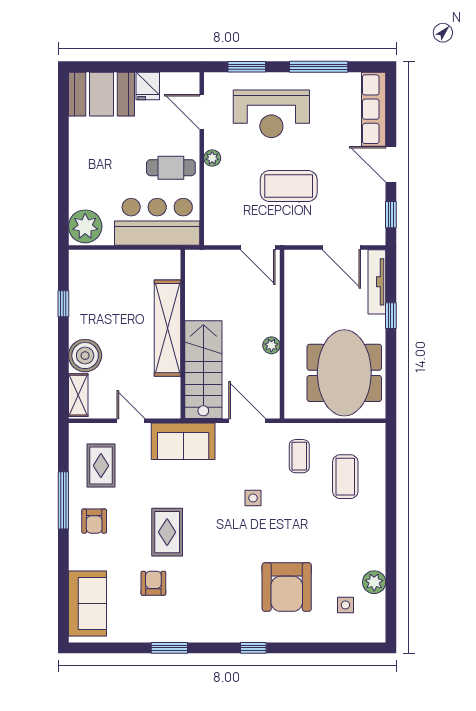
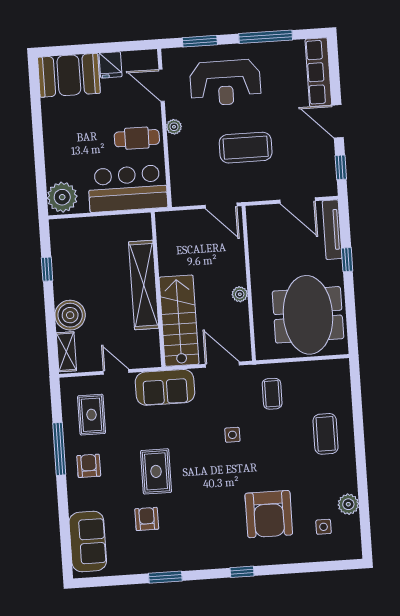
coffee table: (345, 477) -> (326, 434), moved
armchair: (94, 521) -> (89, 466), turned 180

